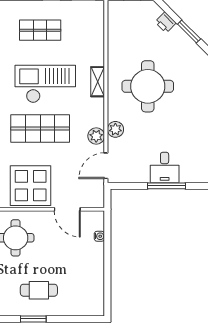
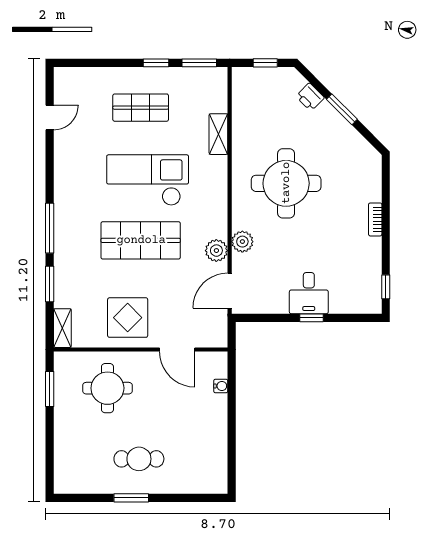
shelving: (98, 82) -> (218, 134), moved
display table: (31, 186) -> (128, 318), width x0.73, depth x0.73
window: (167, 186) -> (312, 318), width x0.46

